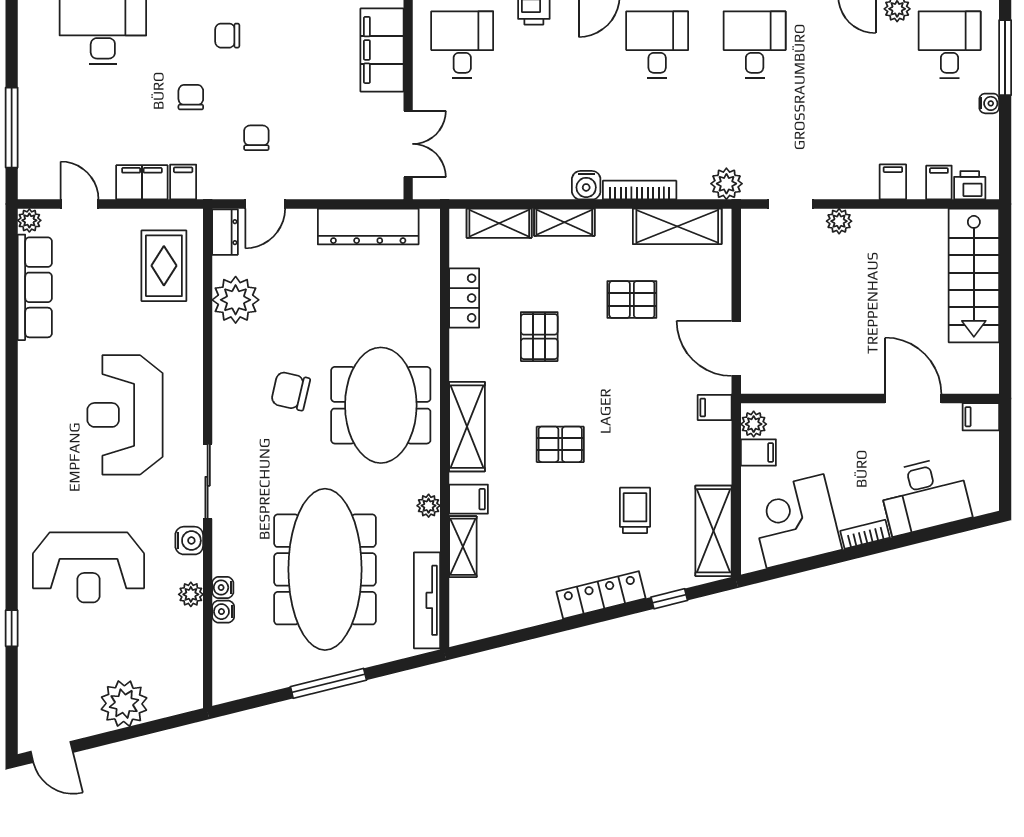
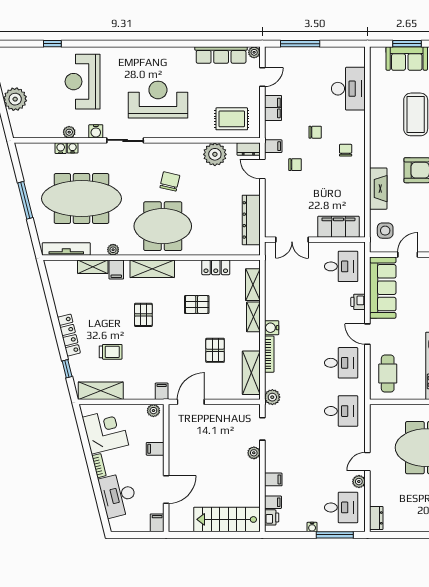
filing cabinet: (183, 182) -> (273, 146), moved
filing cabinet: (758, 452) -> (155, 449), moved, turned 90

